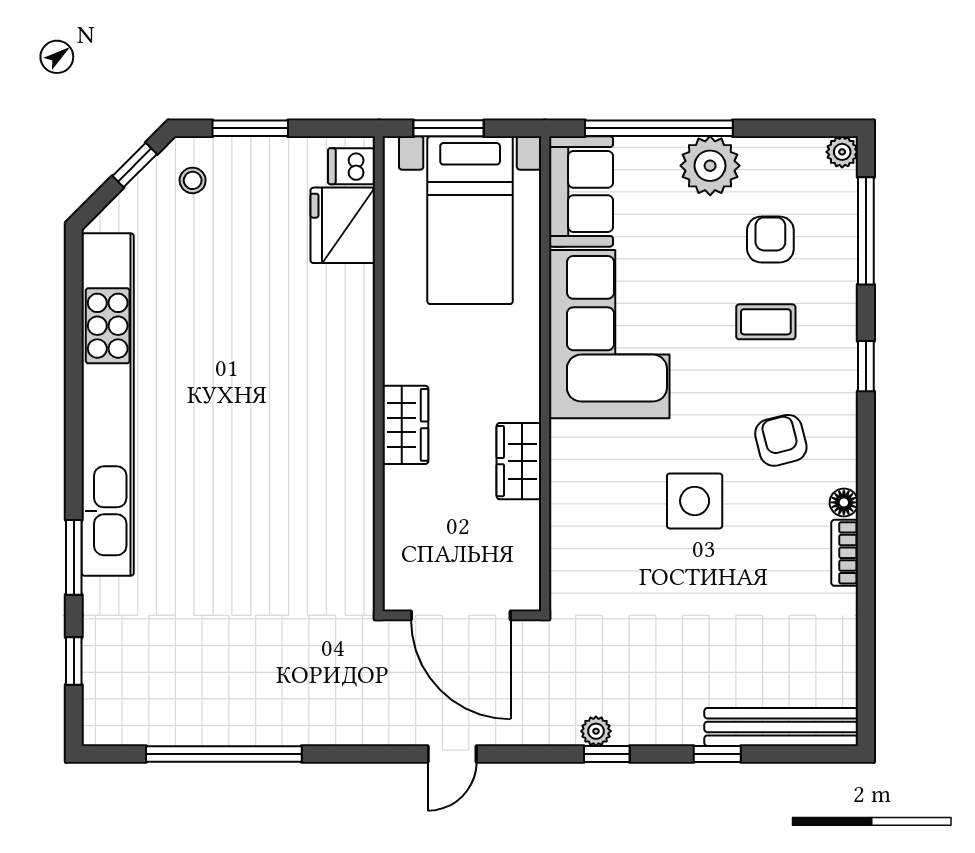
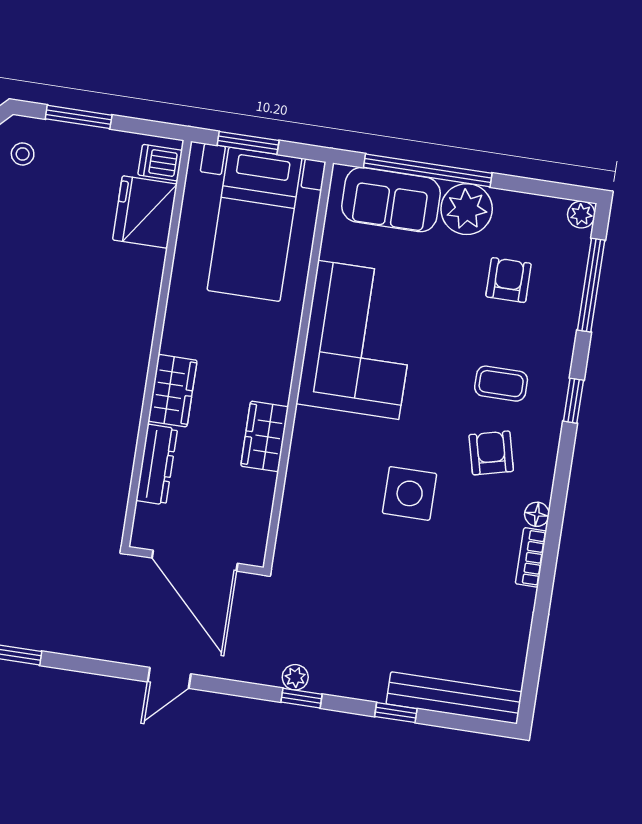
sofa: (581, 191) -> (391, 200), moved, turned 90
coffee table: (766, 322) -> (501, 384), moved
dresser: (400, 512) -> (157, 465), added

